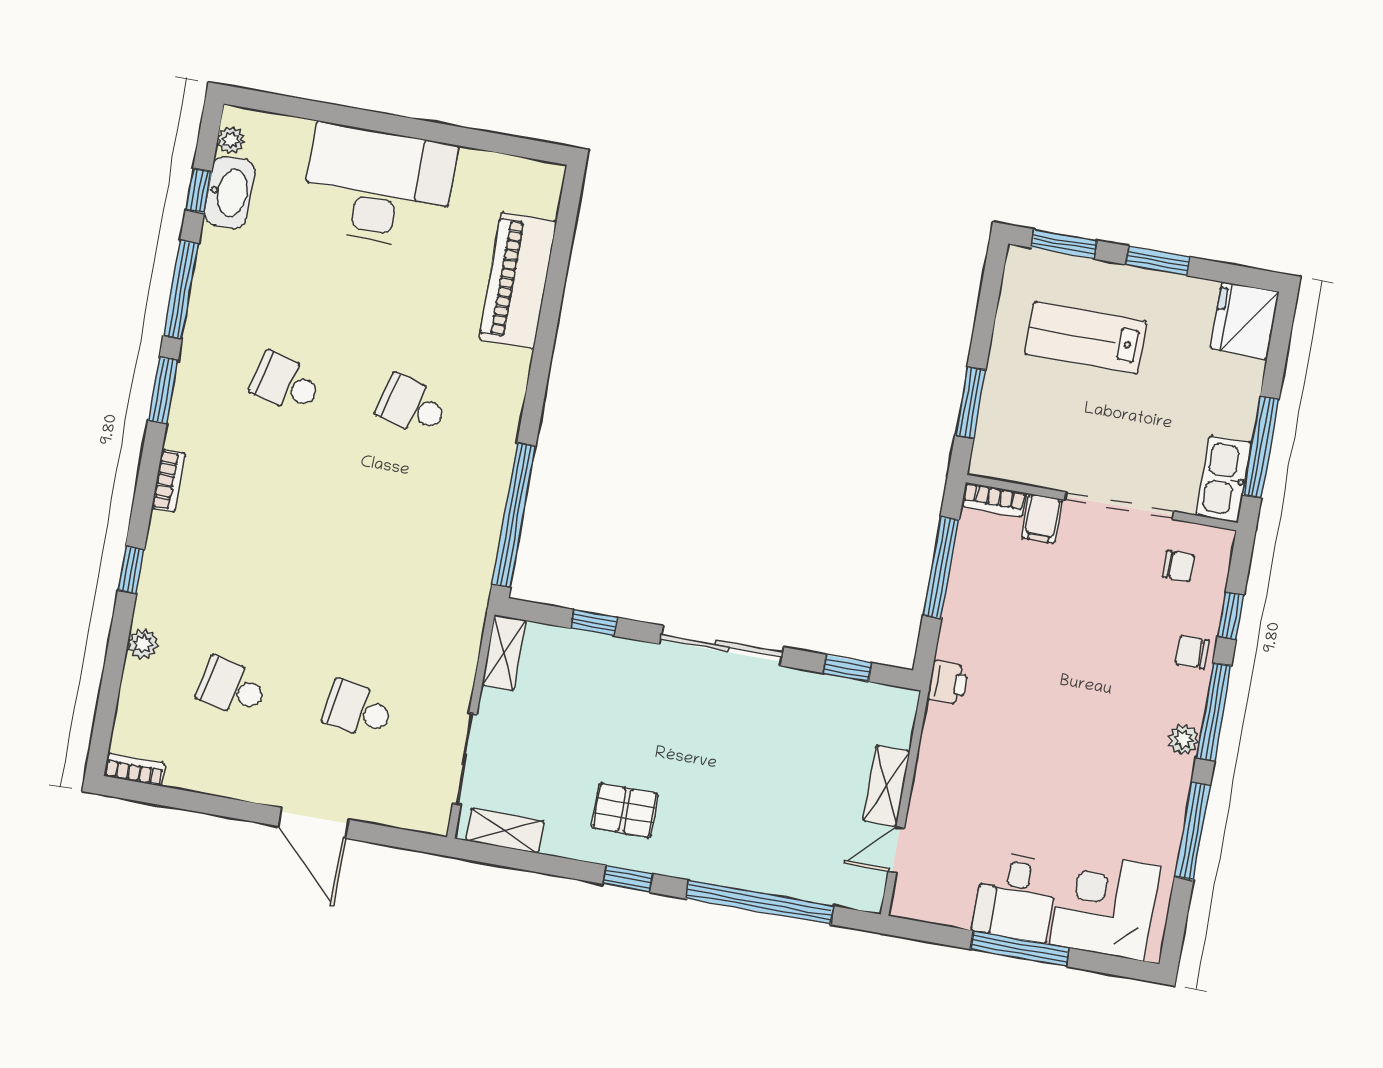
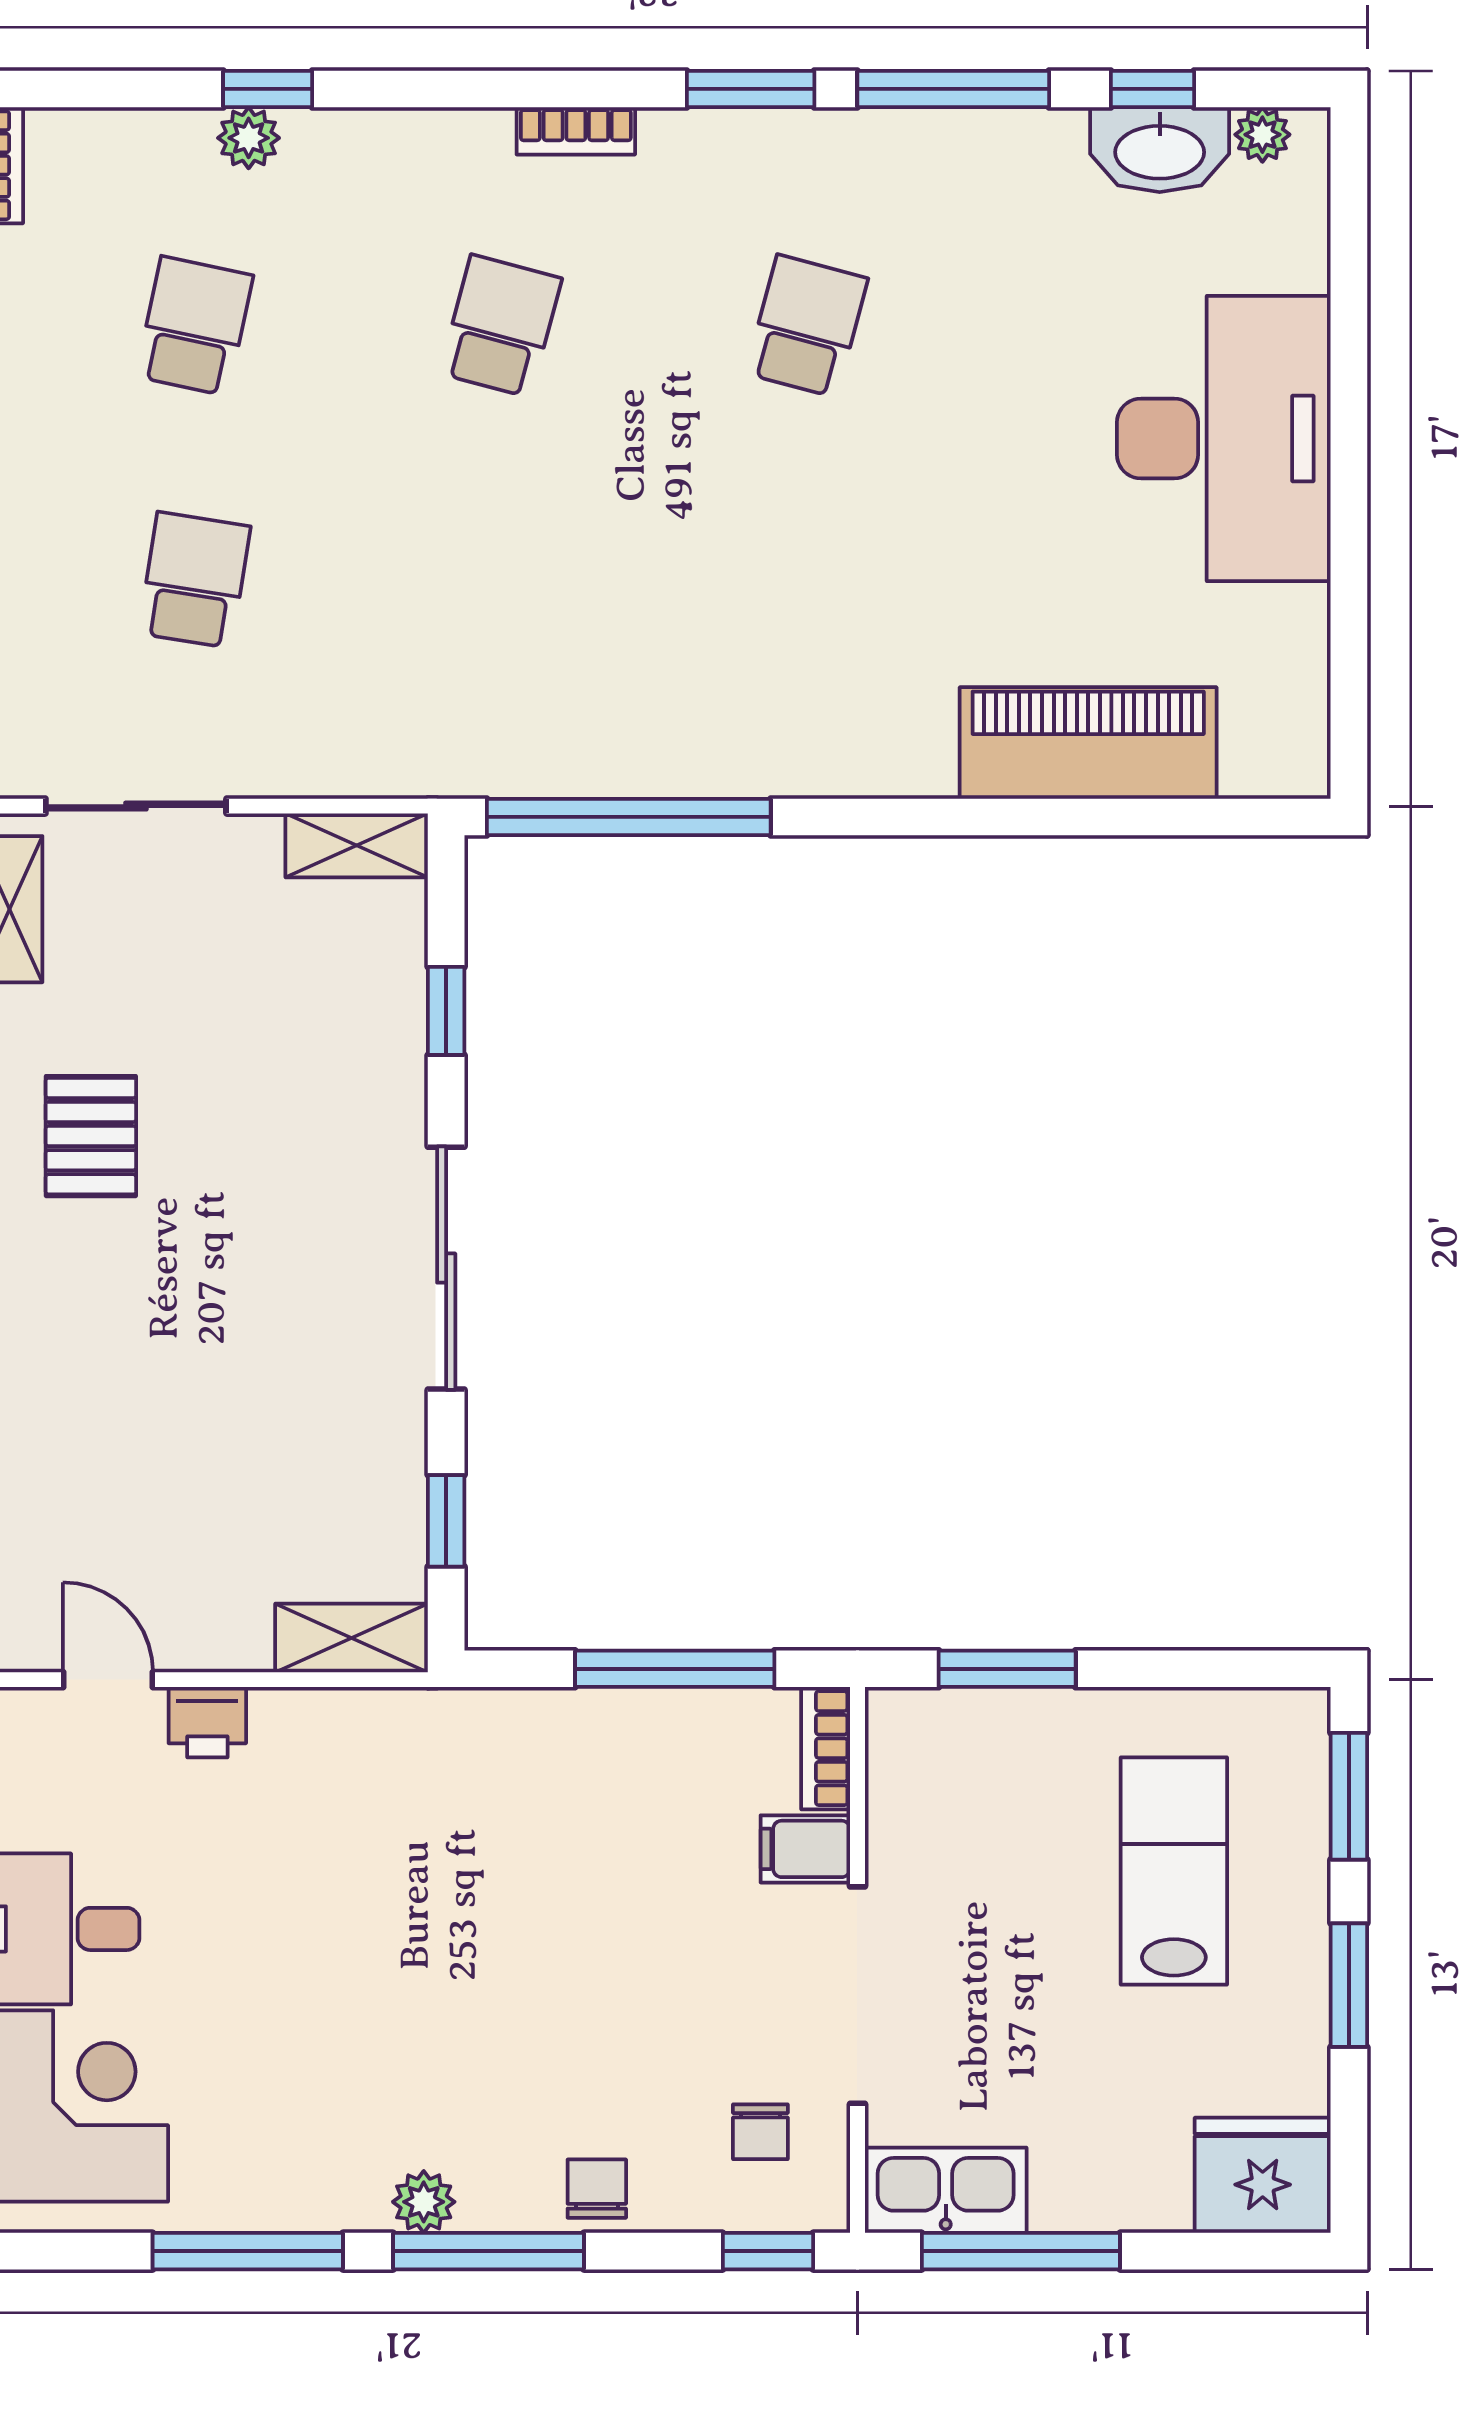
school desk: (412, 406) -> (501, 326), moved
window: (131, 570) -> (268, 89), moved
window: (1231, 616) -> (768, 2251), moved
printer: (948, 683) -> (207, 1722), moved
shelving: (886, 786) -> (352, 1638), moved

